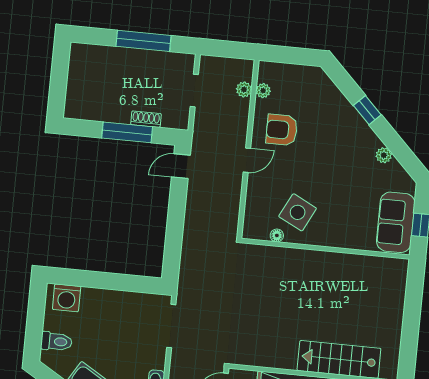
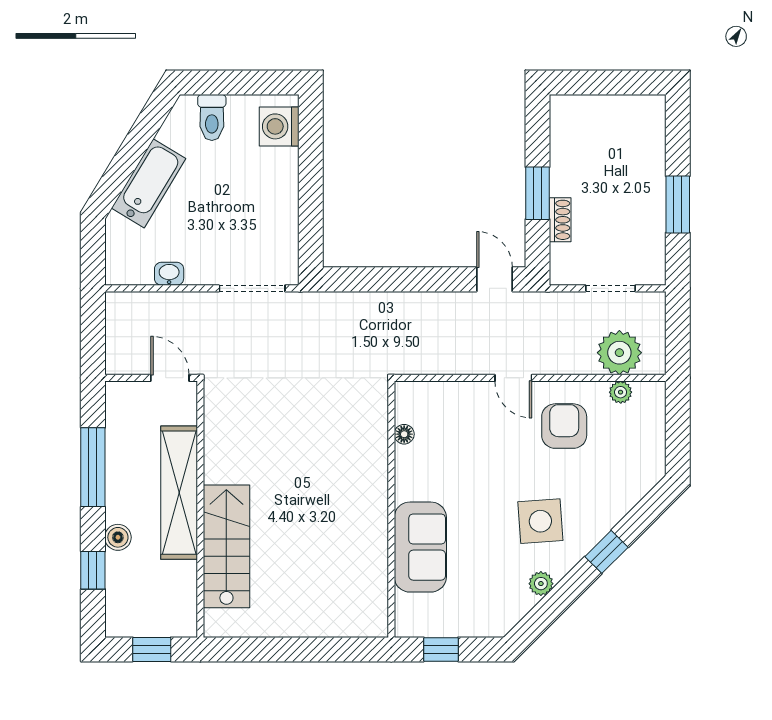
window: (143, 41) -> (678, 204), width x0.69
plant: (244, 90) -> (619, 353), width x1.88, depth x1.88
window: (127, 132) -> (537, 193), width x0.69
side table: (298, 212) -> (540, 521), moved, turned -31
sofa: (396, 222) -> (420, 547), moved, turned 90

